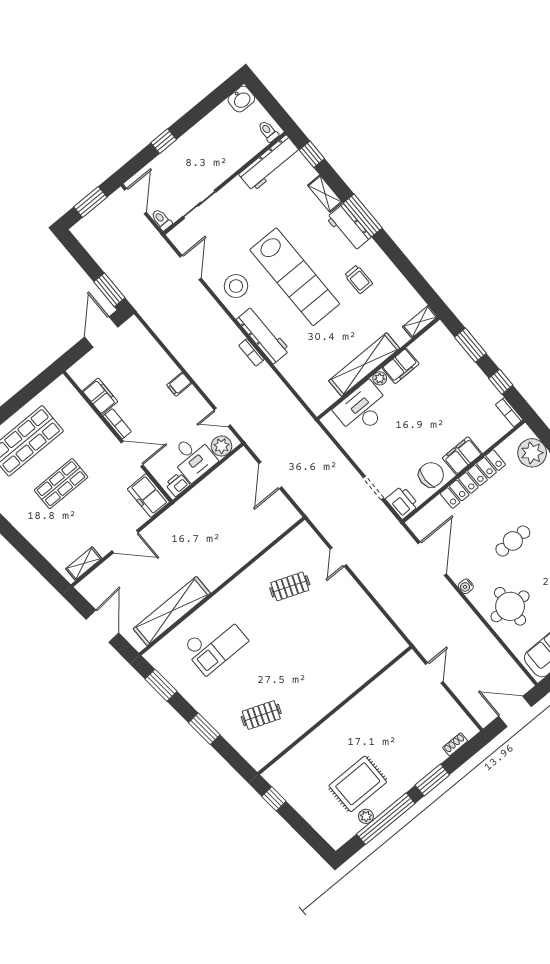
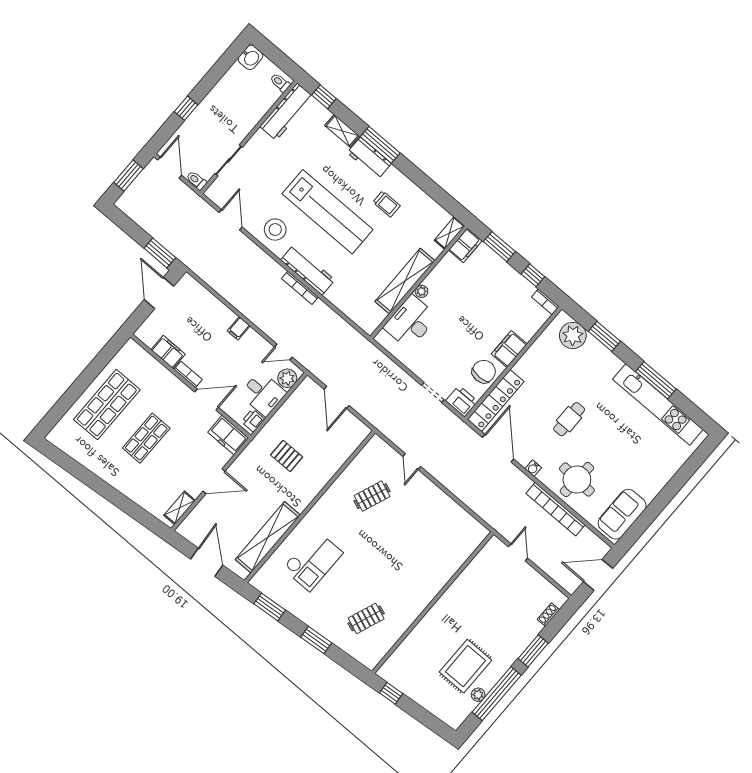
bookcase: (251, 352) -> (300, 288), width x1.56
filing cabinet: (401, 366) -> (465, 245), moved
locker: (473, 479) -> (496, 400), moved
pallet: (207, 528) -> (287, 456), added
bookcase: (482, 634) -> (555, 509), added

